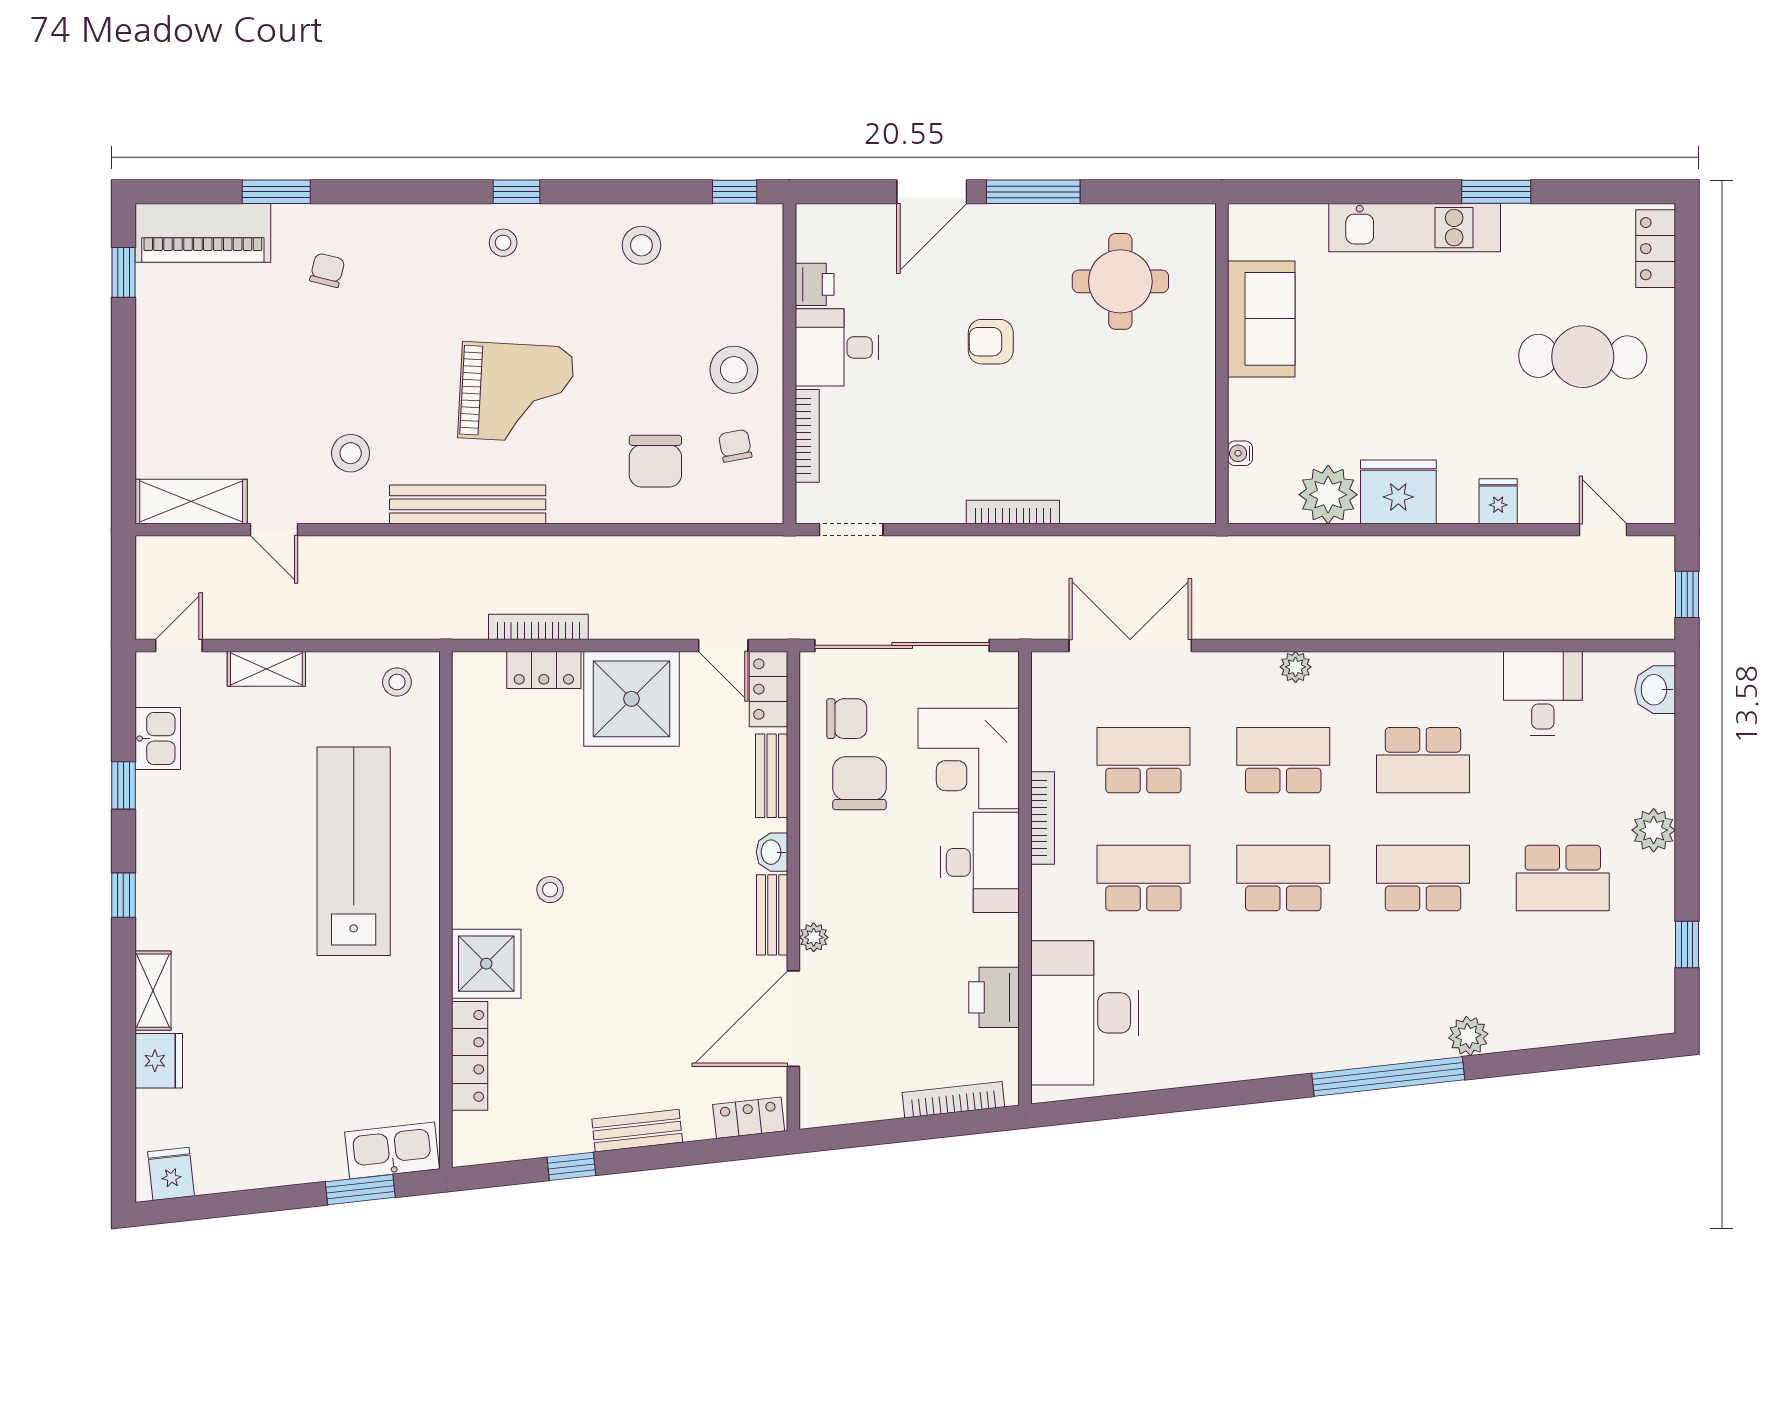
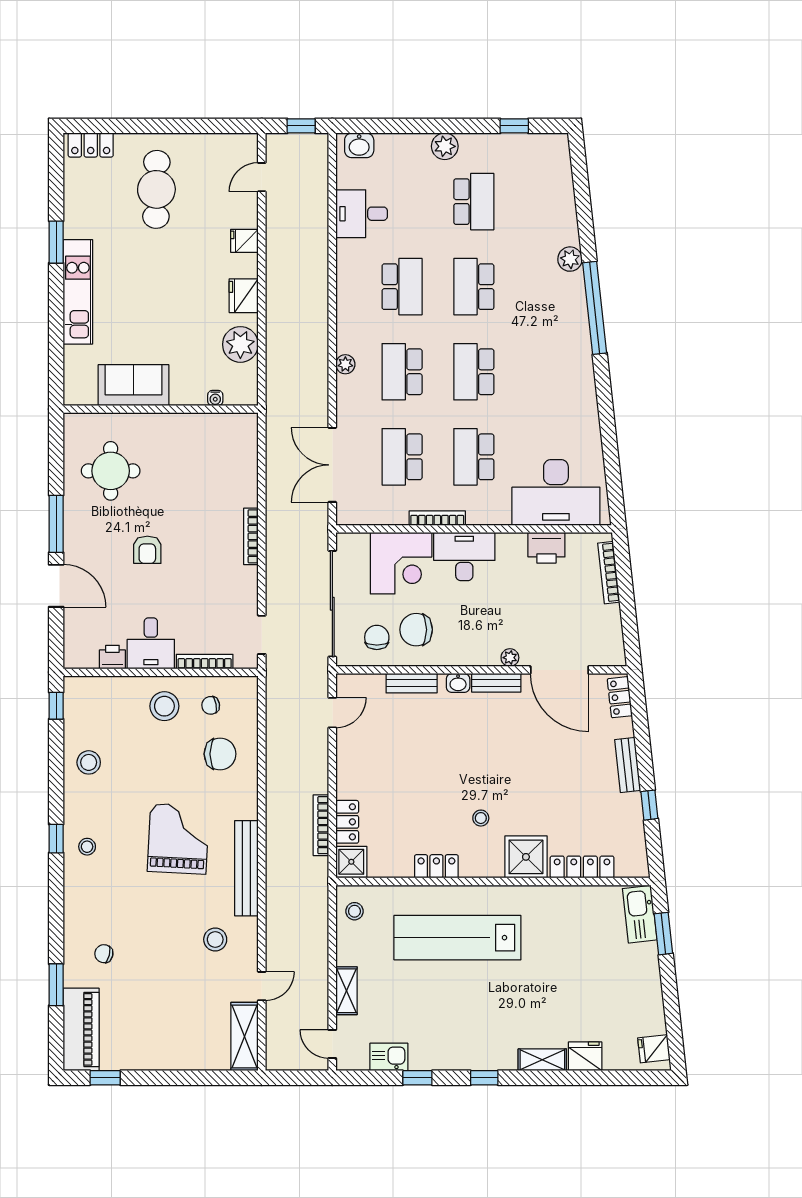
fridge: (1398, 492) -> (244, 296), width x0.73, depth x0.75
locker: (768, 689) -> (436, 866), moved, turned 180
shower: (632, 699) -> (351, 862), moved, width x0.54, depth x0.54

